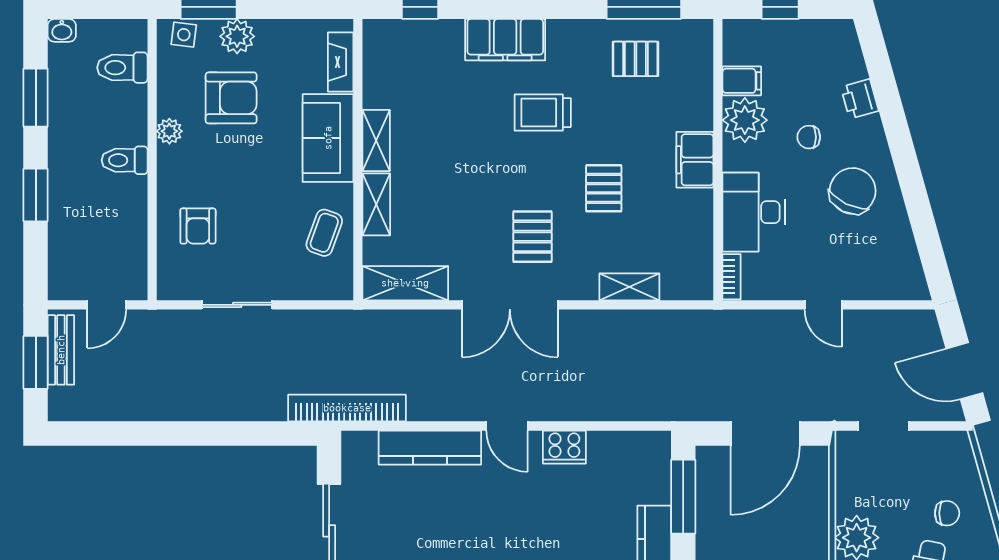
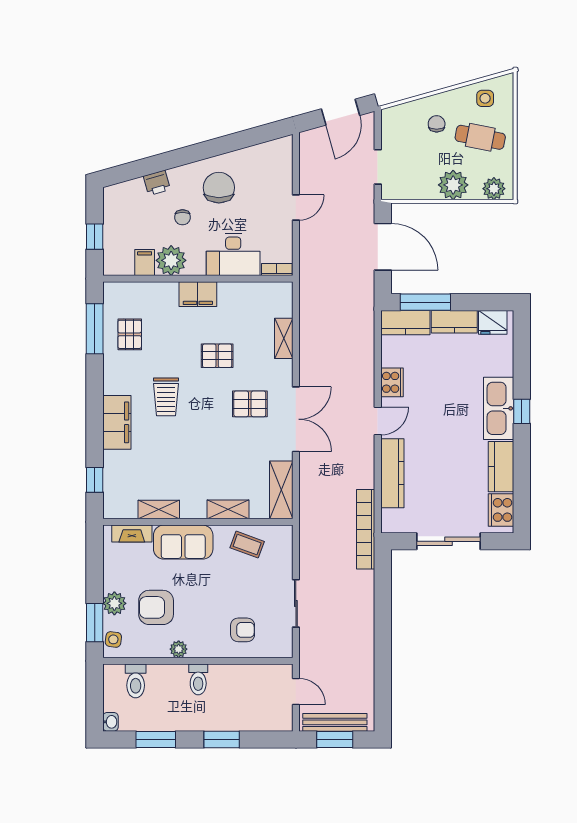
armchair: (231, 98) -> (156, 607), turned -90
shelving: (376, 140) -> (159, 509), moved
chair: (853, 191) -> (219, 188), turned 64
bench: (61, 350) -> (335, 722), width x1.36
kitchen counter: (653, 467) -> (405, 323), added

